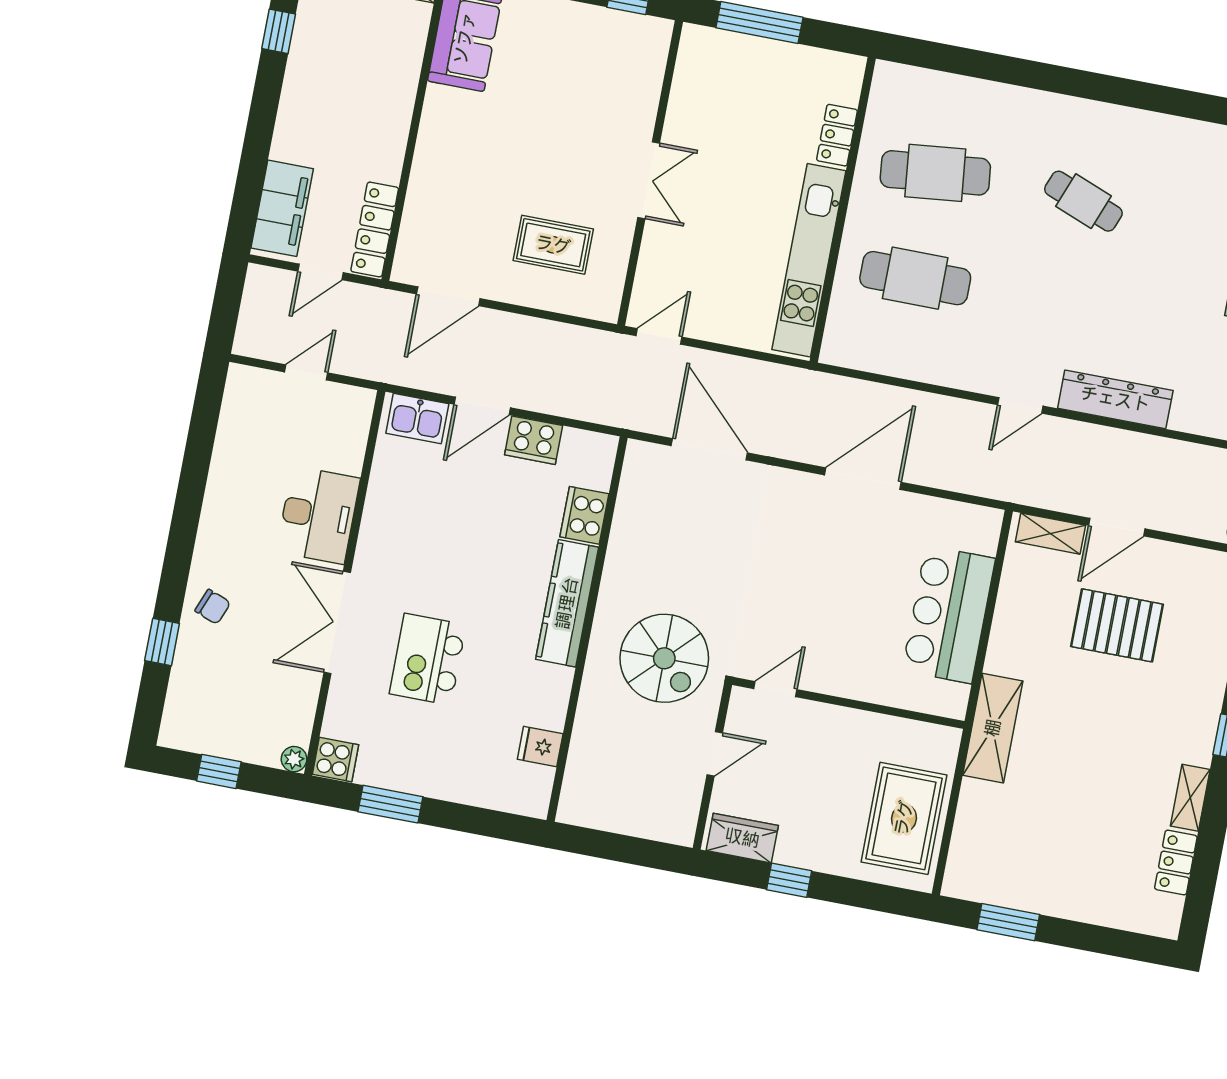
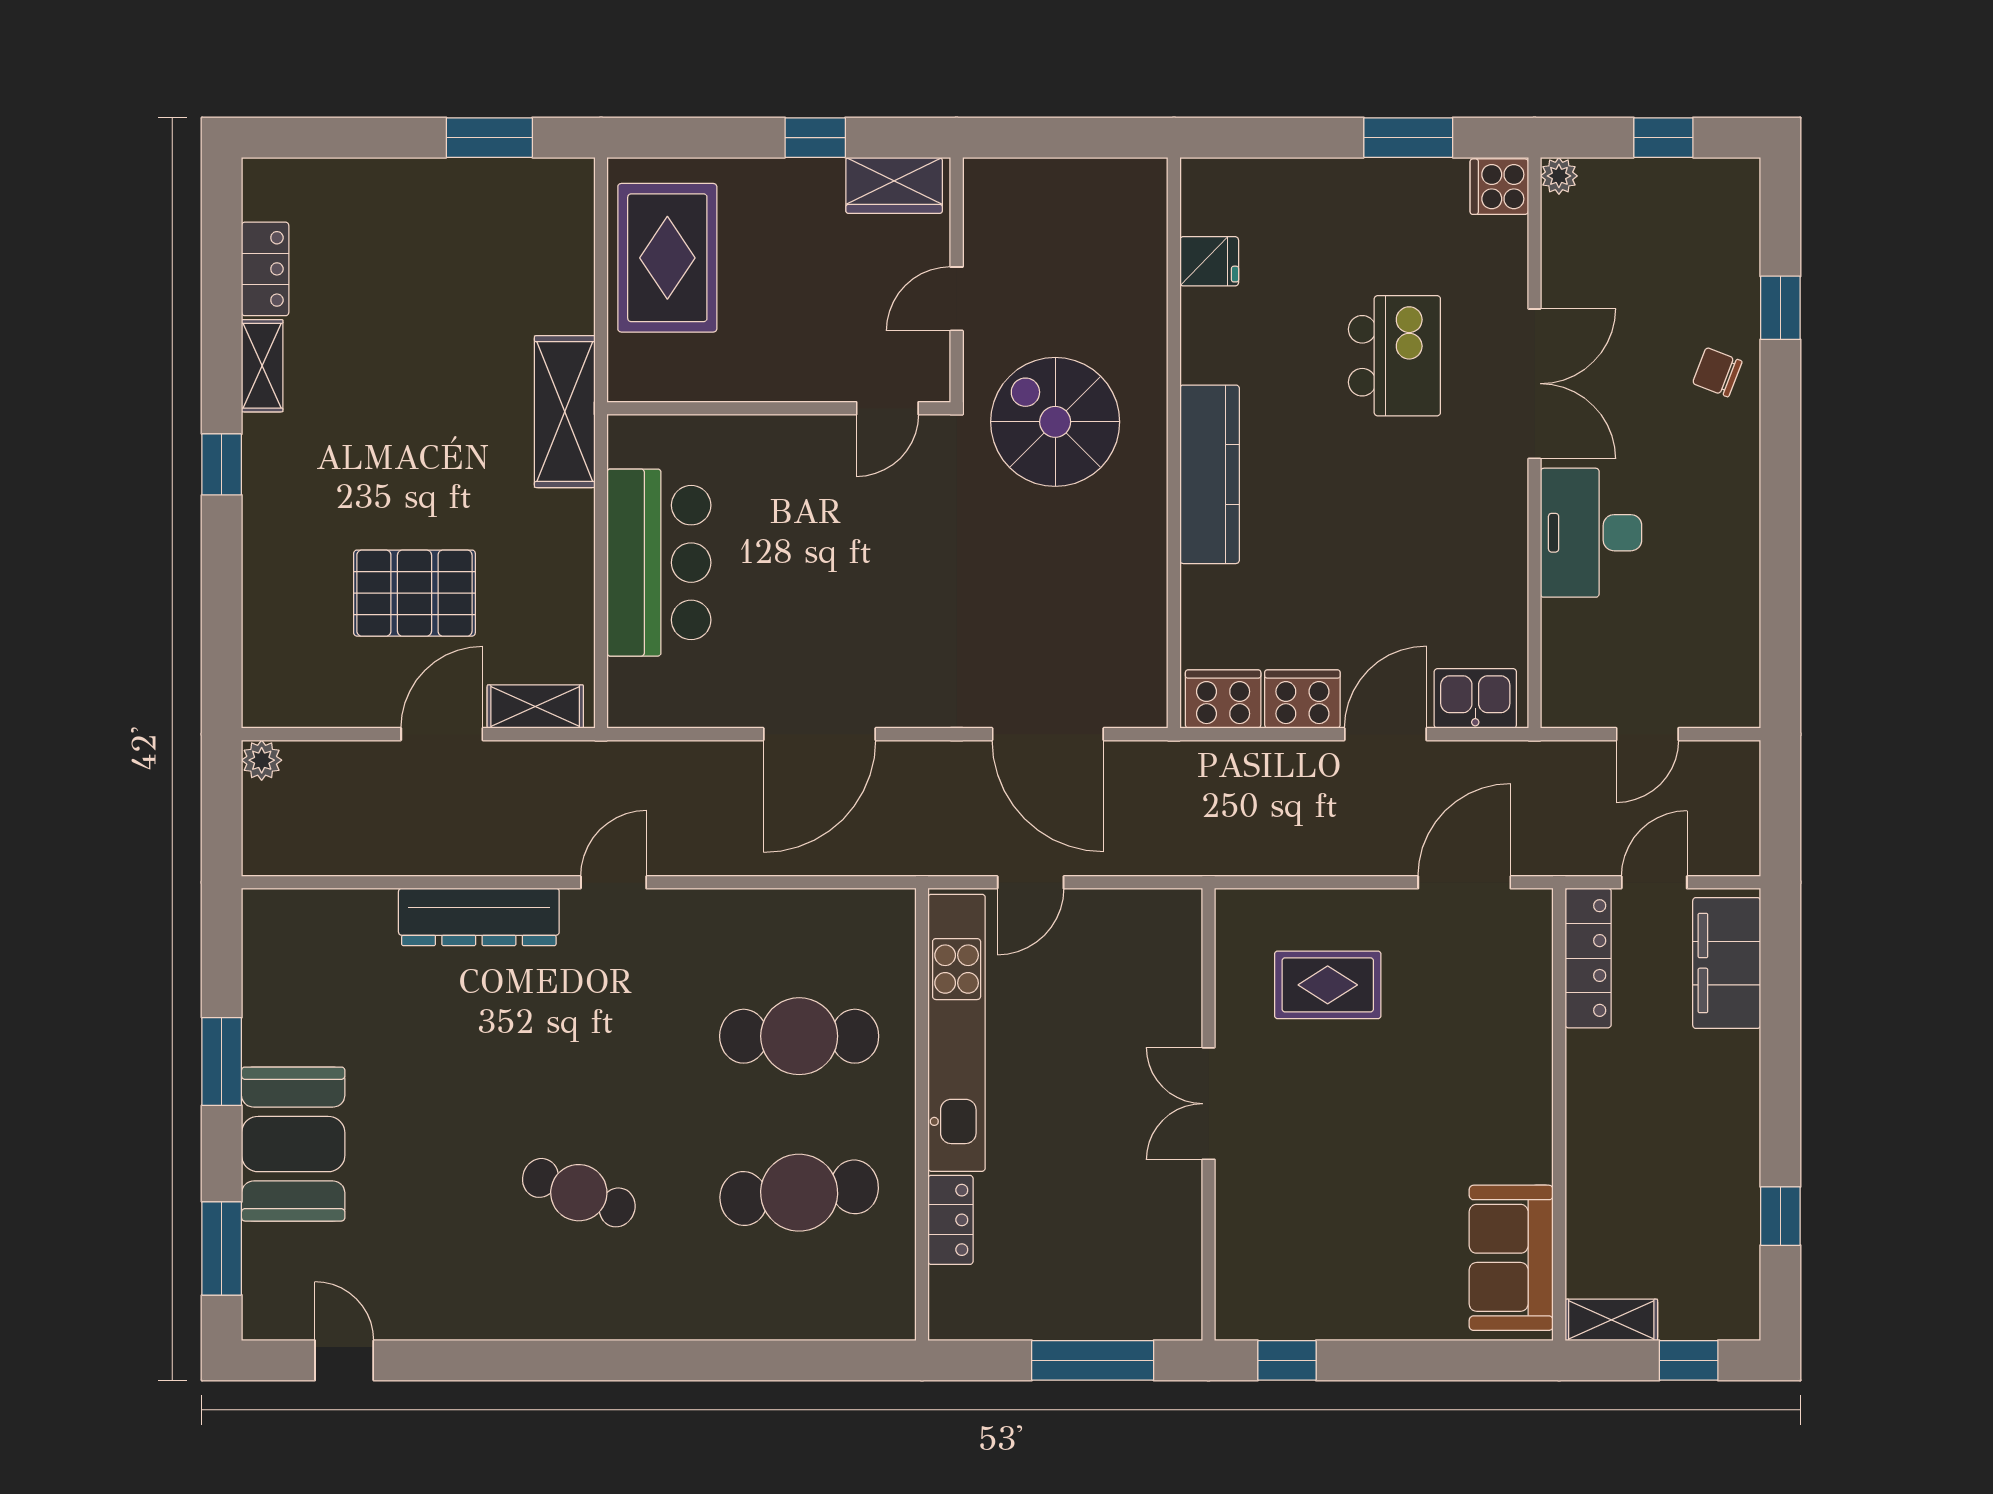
door: (659, 336) -> (1031, 882), moved
cooker: (584, 515) -> (1223, 699), moved, turned -90

